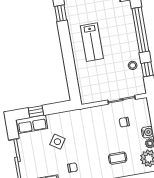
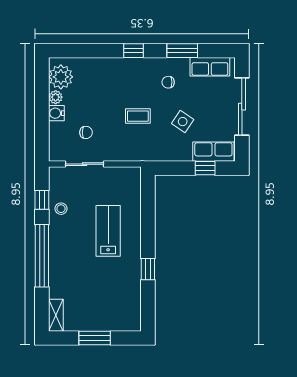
window: (61, 13) -> (148, 269), moved
lab bench: (92, 42) -> (108, 231), moved
coffee table: (118, 158) -> (138, 116), moved

